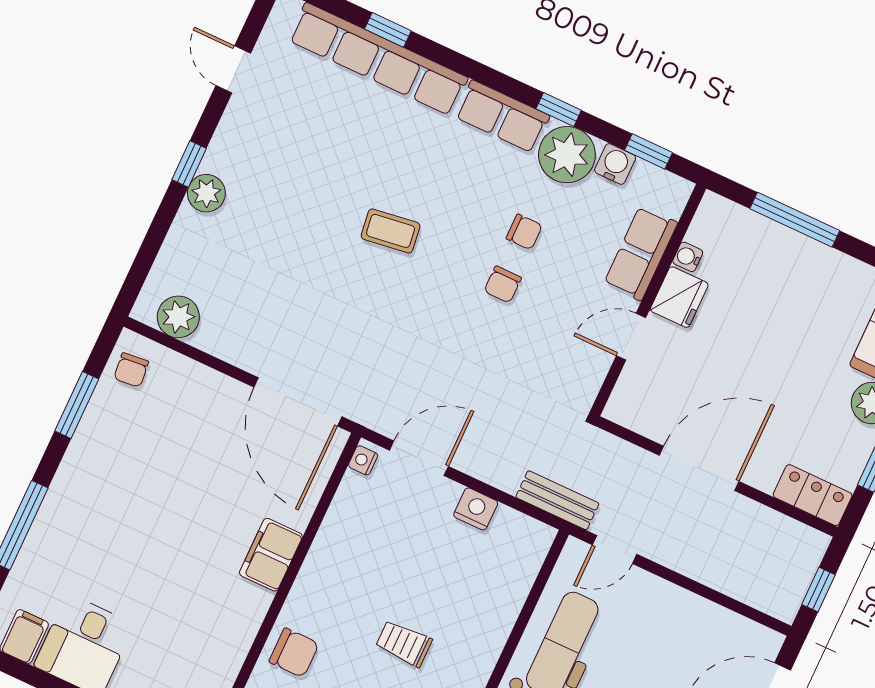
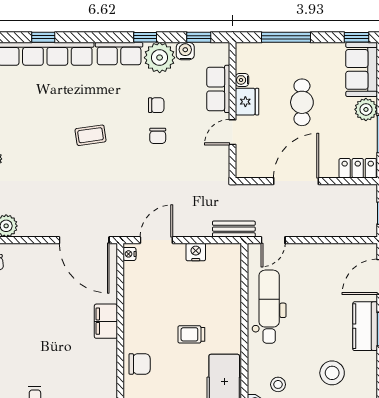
cafe table: (771, 341) -> (302, 102), added

